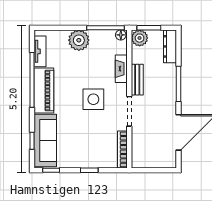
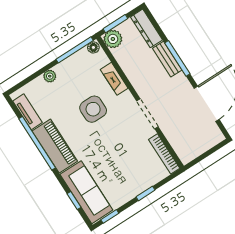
plant: (79, 40) -> (50, 76), width x0.53, depth x0.53
bench: (137, 80) -> (167, 59), moved
side table: (93, 99) -> (93, 109), moved

